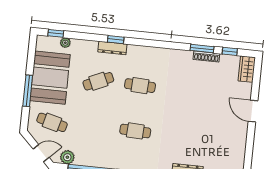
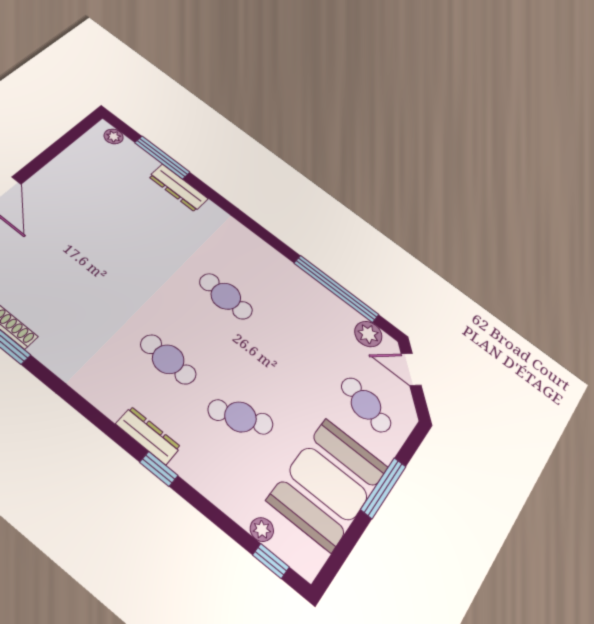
dresser: (112, 48) -> (148, 435), moved

